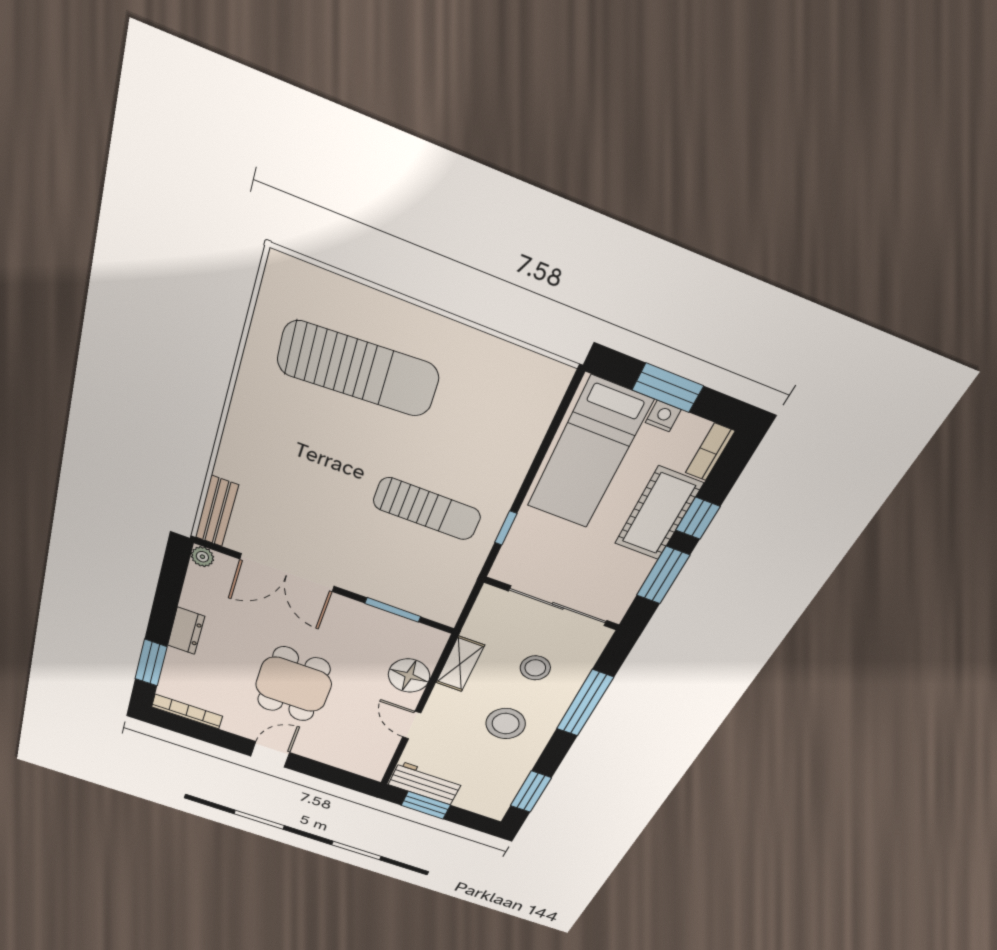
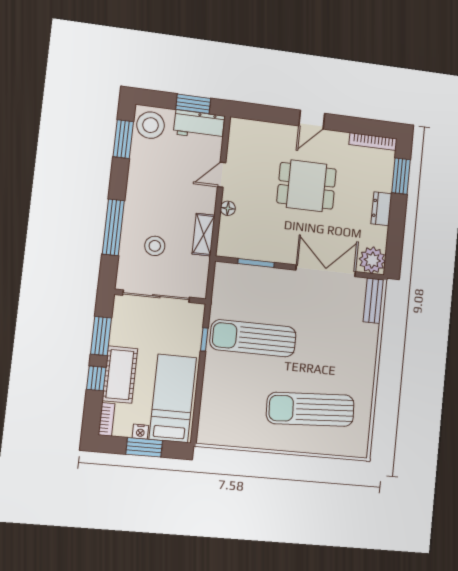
sun lounger: (427, 509) -> (253, 338), width x1.36, depth x1.34
plant: (202, 557) -> (372, 260), width x1.88, depth x1.88
floor lamp: (409, 676) -> (228, 208), width x0.53, depth x0.53
dining table: (294, 684) -> (307, 186), turned 90
stool: (506, 724) -> (151, 125), moved
door: (412, 725) -> (222, 175), swing flipped

